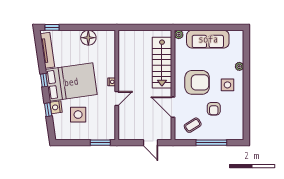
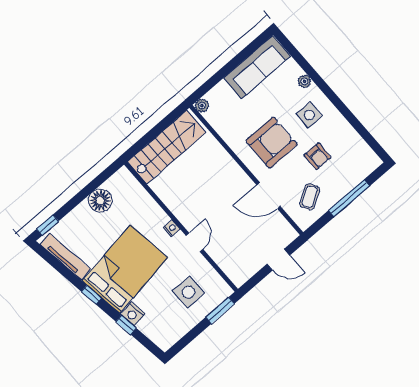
sofa: (208, 39) -> (257, 67), moved
stairs: (162, 63) -> (167, 147), moved, turned -90
side table: (78, 115) -> (188, 292), moved

